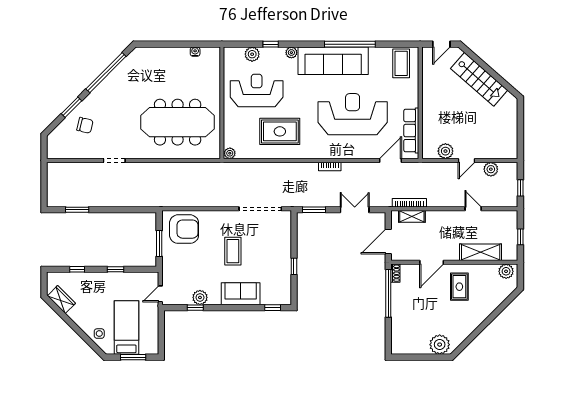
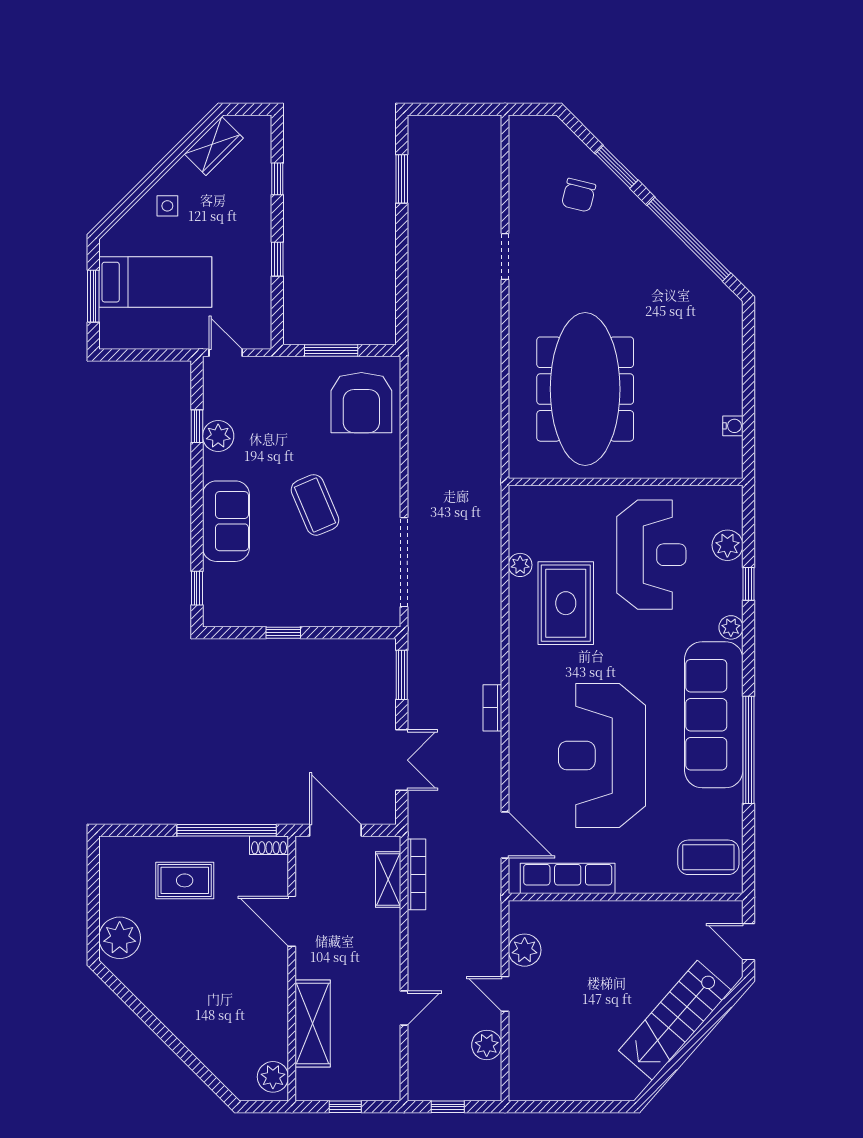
reception desk: (353, 114) -> (602, 756), turned 180
plant: (230, 153) -> (520, 565), moved
coffee table: (233, 251) -> (315, 505), turned 67
rug: (459, 287) -> (185, 880), moved
side table: (99, 334) -> (167, 206), moved

